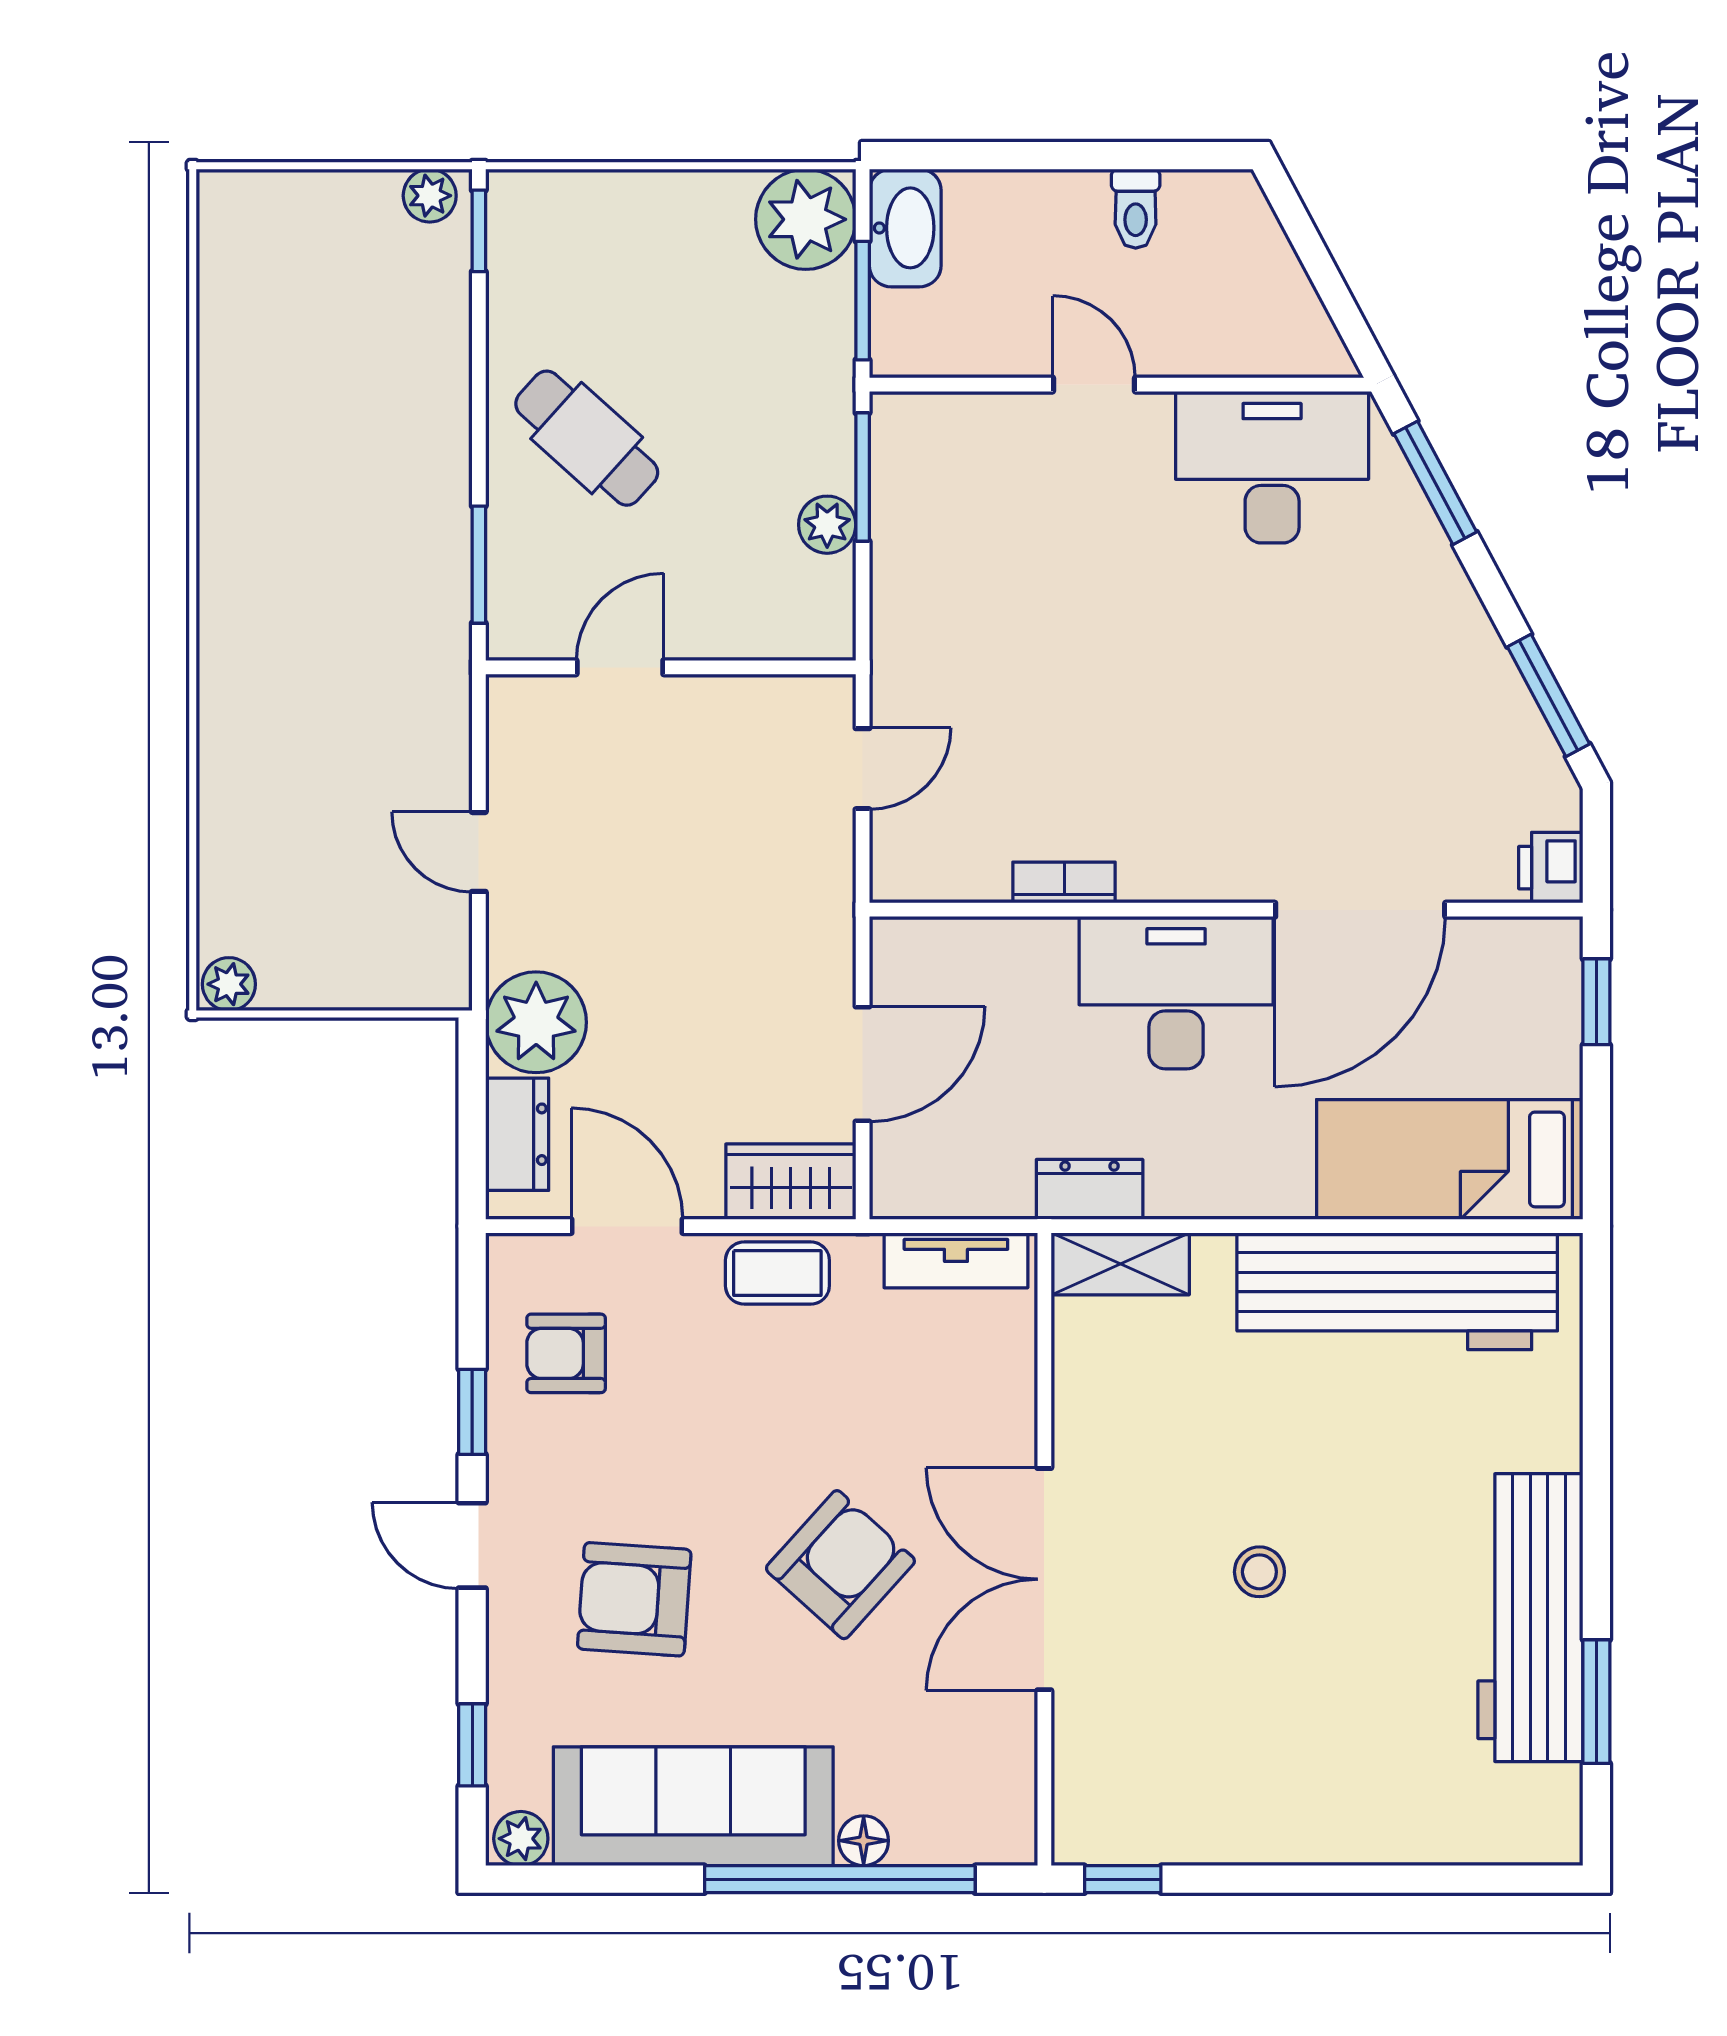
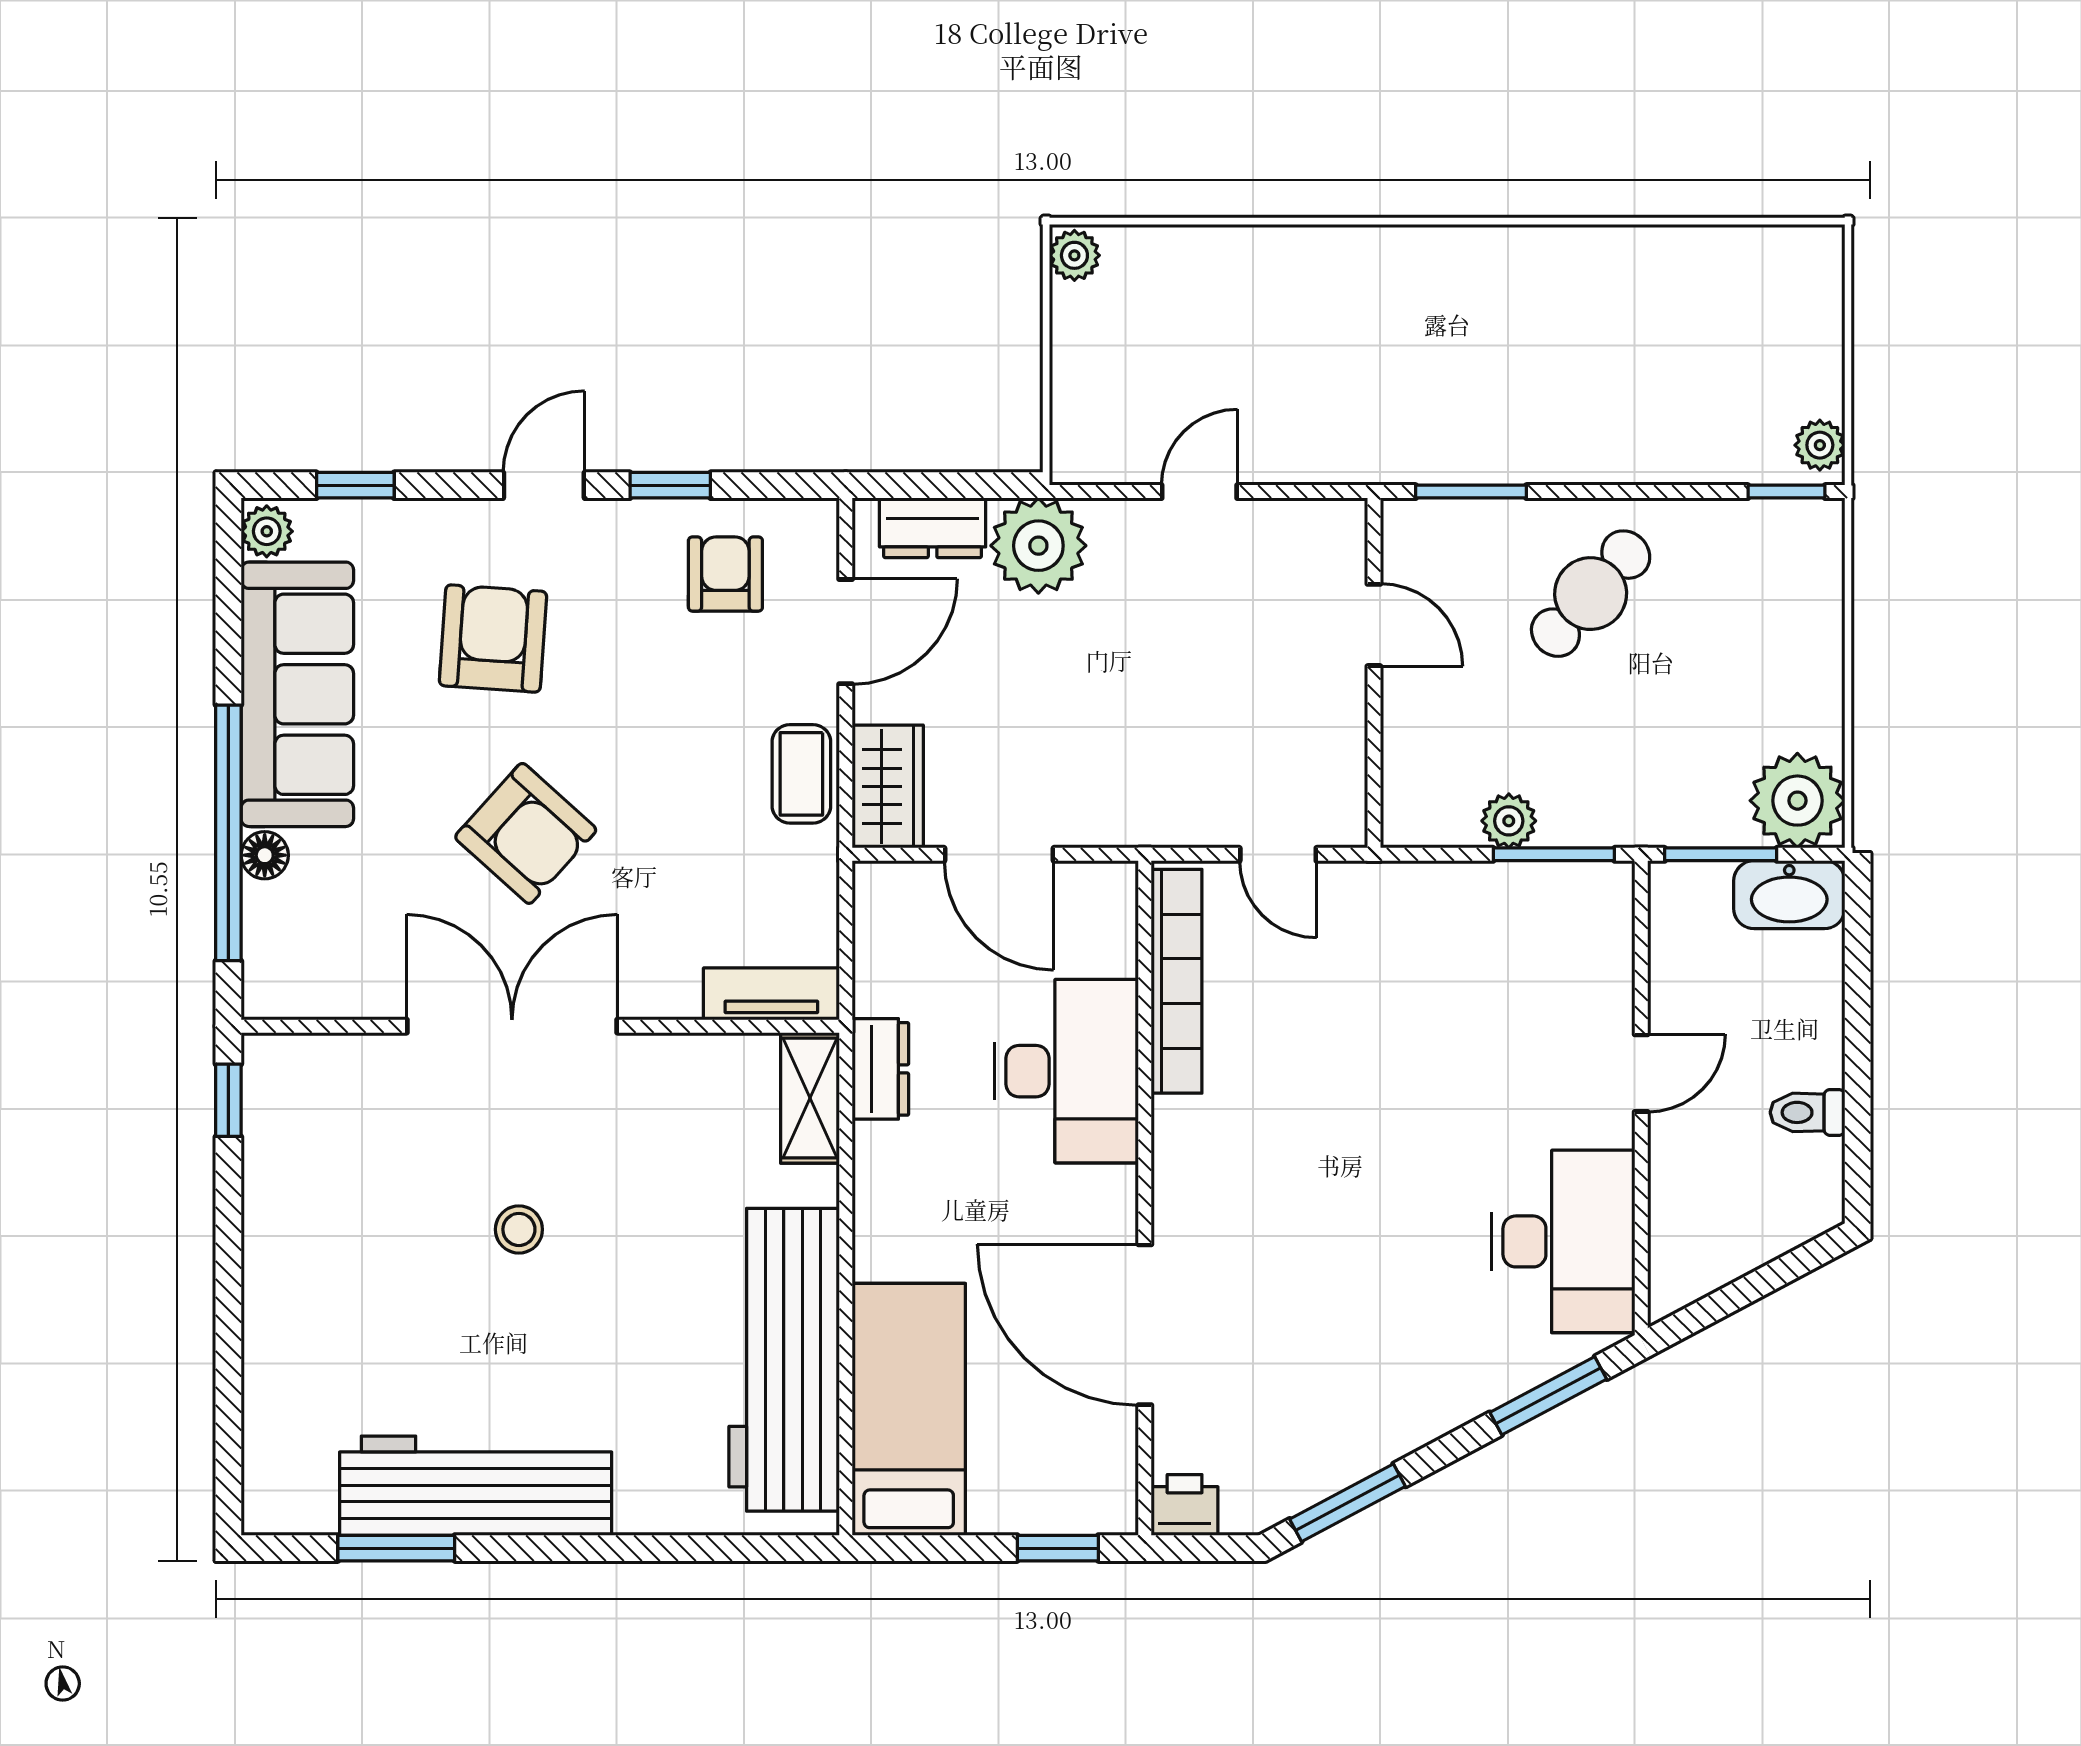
bookcase: (1064, 883) -> (1177, 981), width x2.31, depth x1.31
desk: (1176, 993) -> (1066, 1071), moved
tv unit: (956, 1260) -> (771, 994), moved, turned 90

